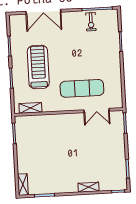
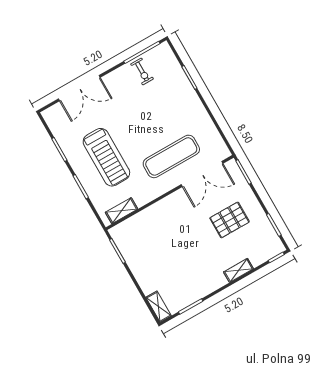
treadmill: (38, 67) -> (106, 157), turned 180
double door: (97, 110) -> (202, 174), width x1.37
pallet: (100, 150) -> (230, 220), added

